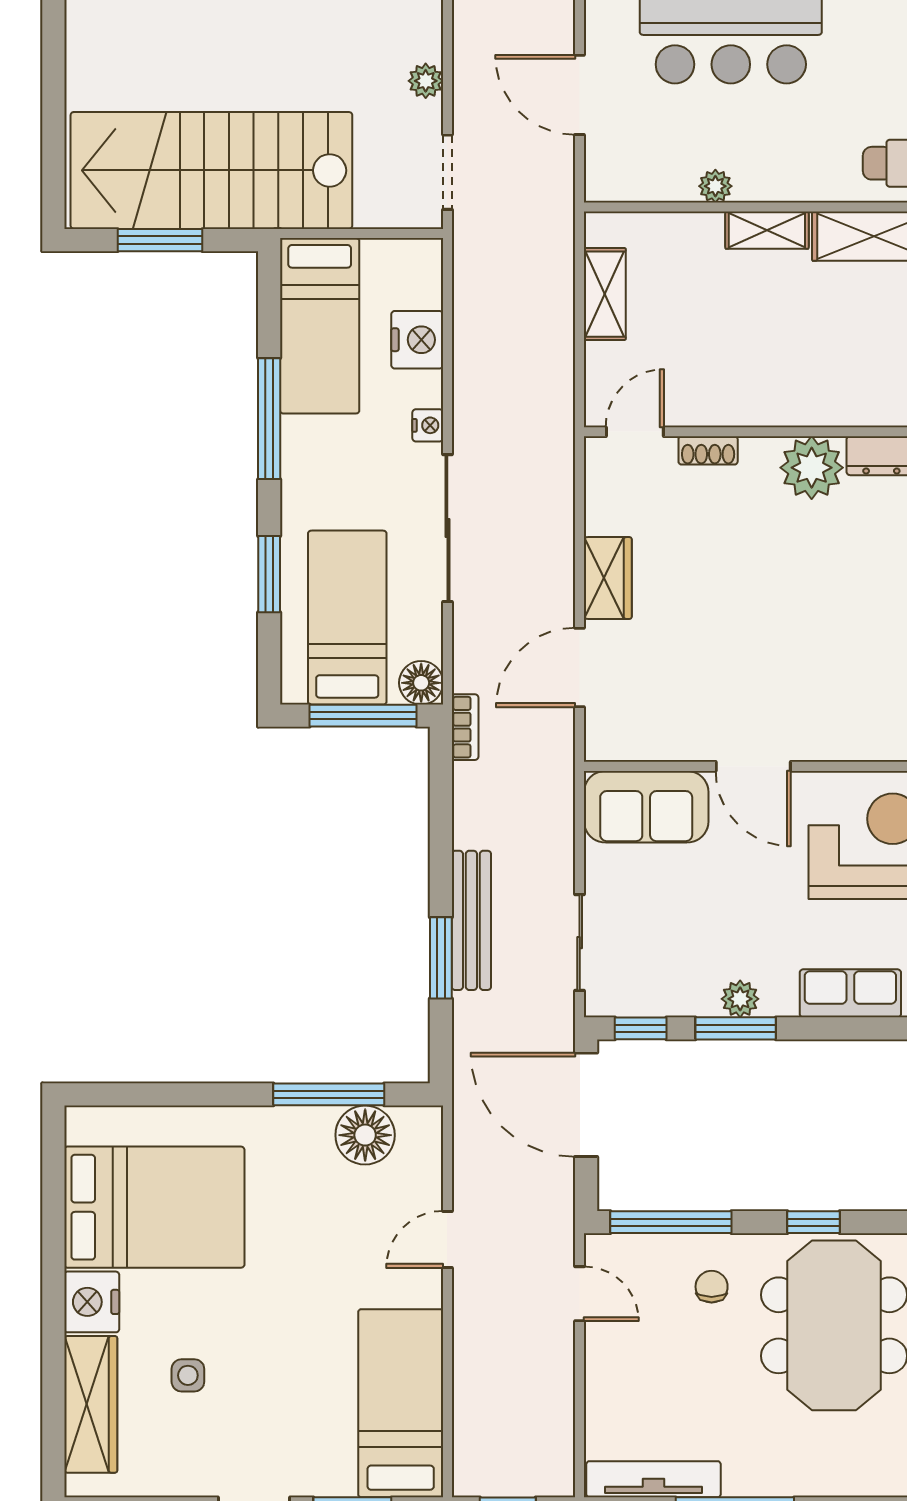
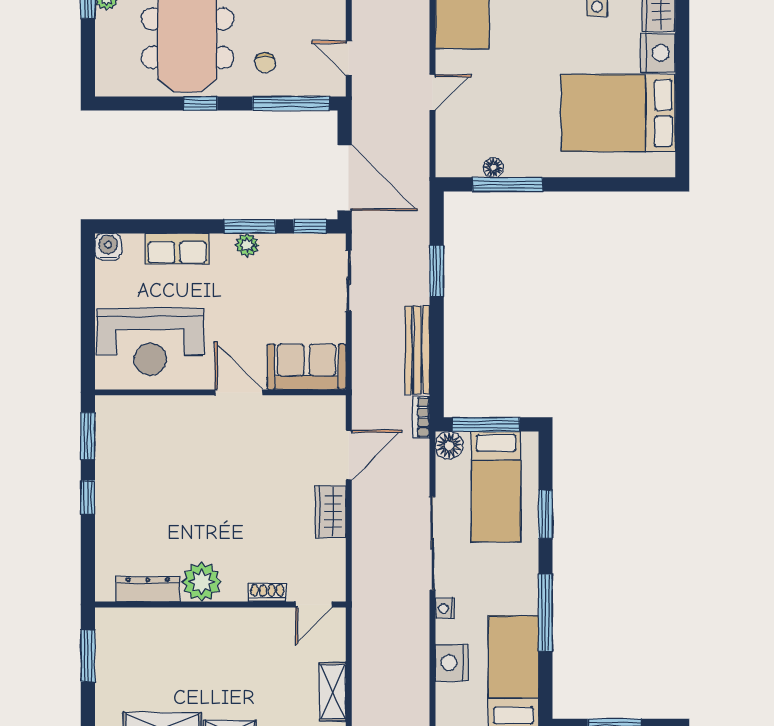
bench: (471, 920) -> (417, 350), moved
floor lamp: (365, 1135) -> (493, 168), width x0.53, depth x0.53

